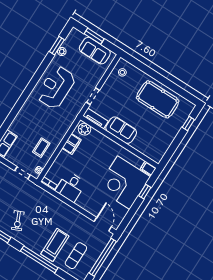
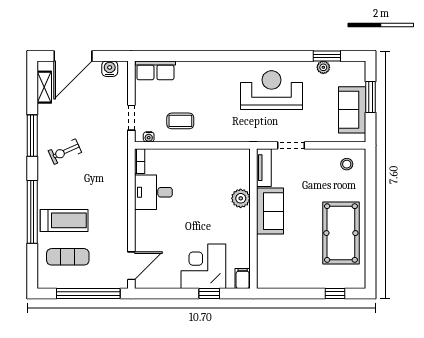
plant: (85, 129) -> (241, 198), moved
filing cabinet: (72, 144) -> (210, 158), removed
corner desk: (124, 183) -> (203, 266), width x0.74, depth x0.74

